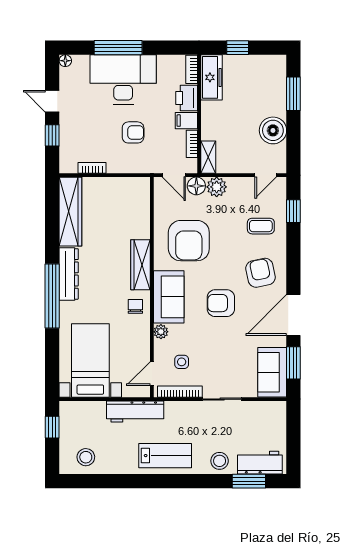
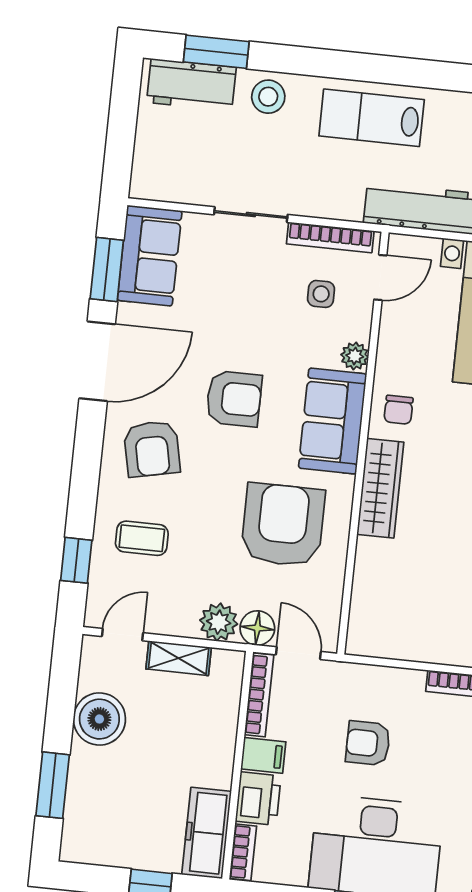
bookcase: (192, 144) -> (259, 695), width x1.56
shelving: (208, 157) -> (179, 658), moved, turned 90

